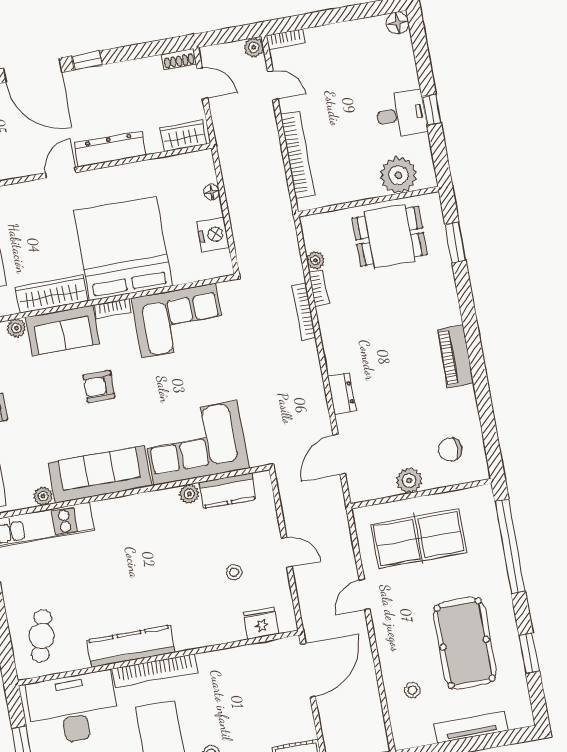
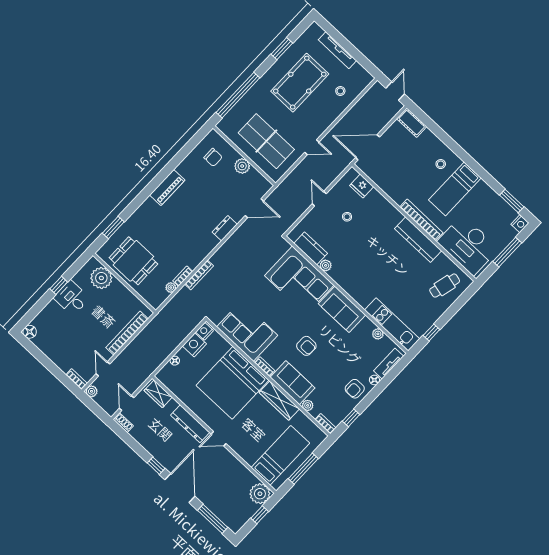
nightstand: (222, 262) -> (204, 331), added
sofa: (100, 474) -> (342, 309), width x0.73

